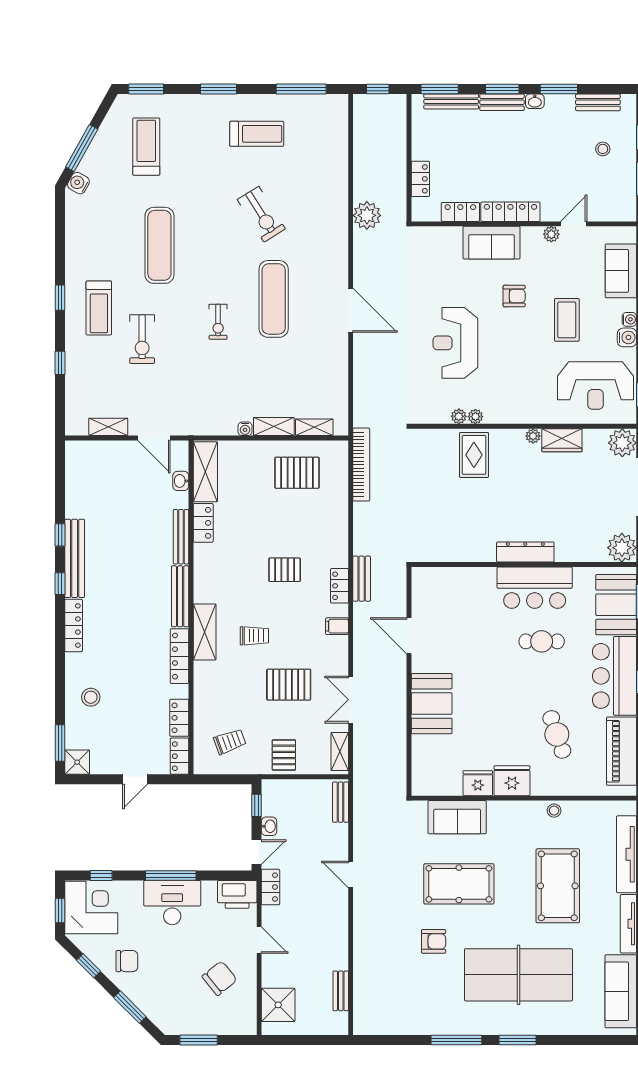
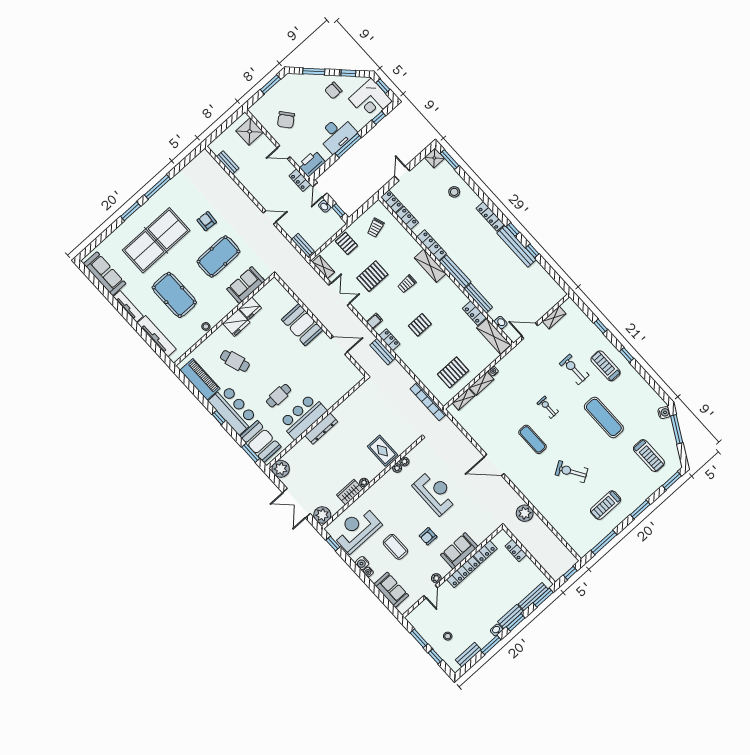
exercise mat: (274, 299) -> (532, 439), width x0.73, depth x0.69
armchair: (434, 941) -> (207, 221), turned 94

